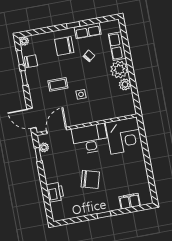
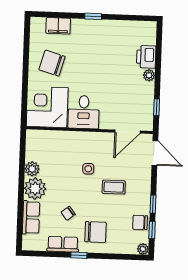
desk: (90, 139) -> (84, 112), width x0.73
plant: (44, 147) -> (149, 75), moved
chair: (90, 179) -> (52, 63), moved

